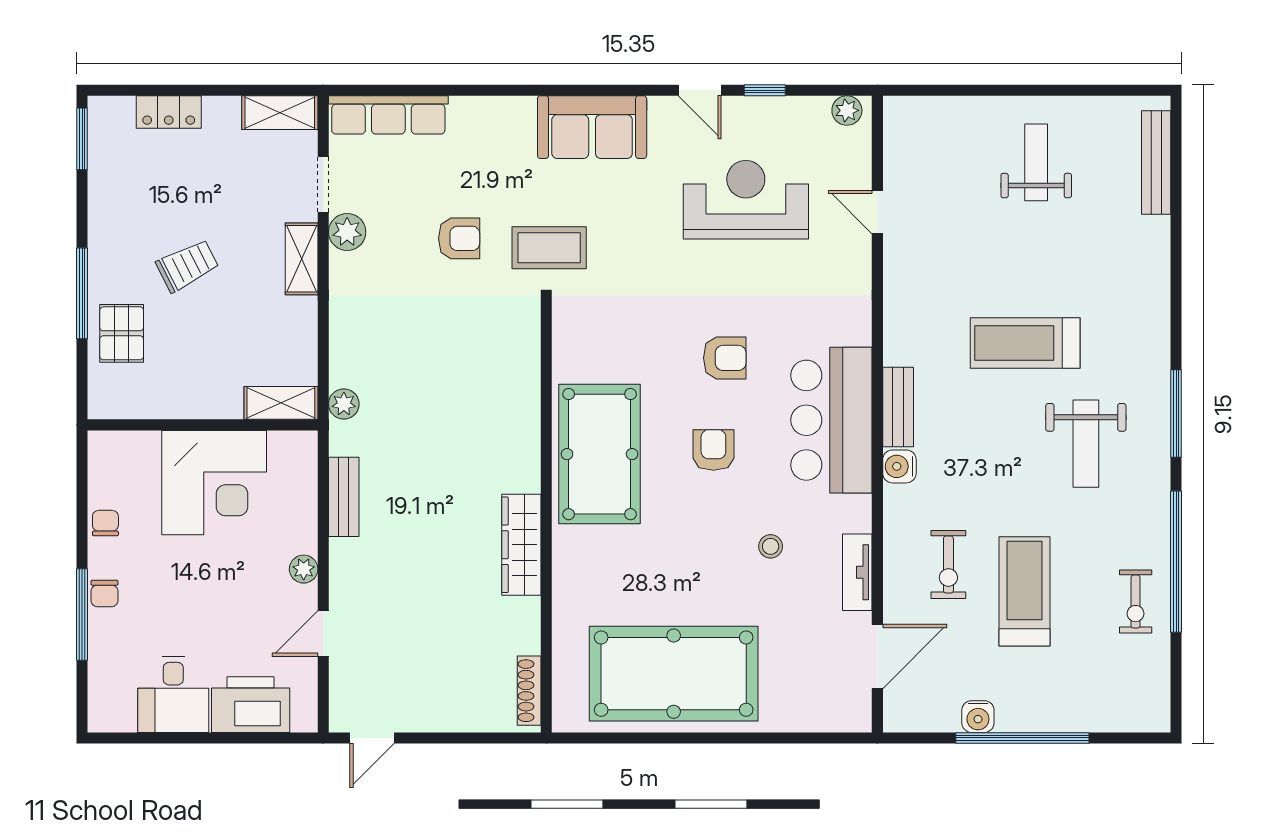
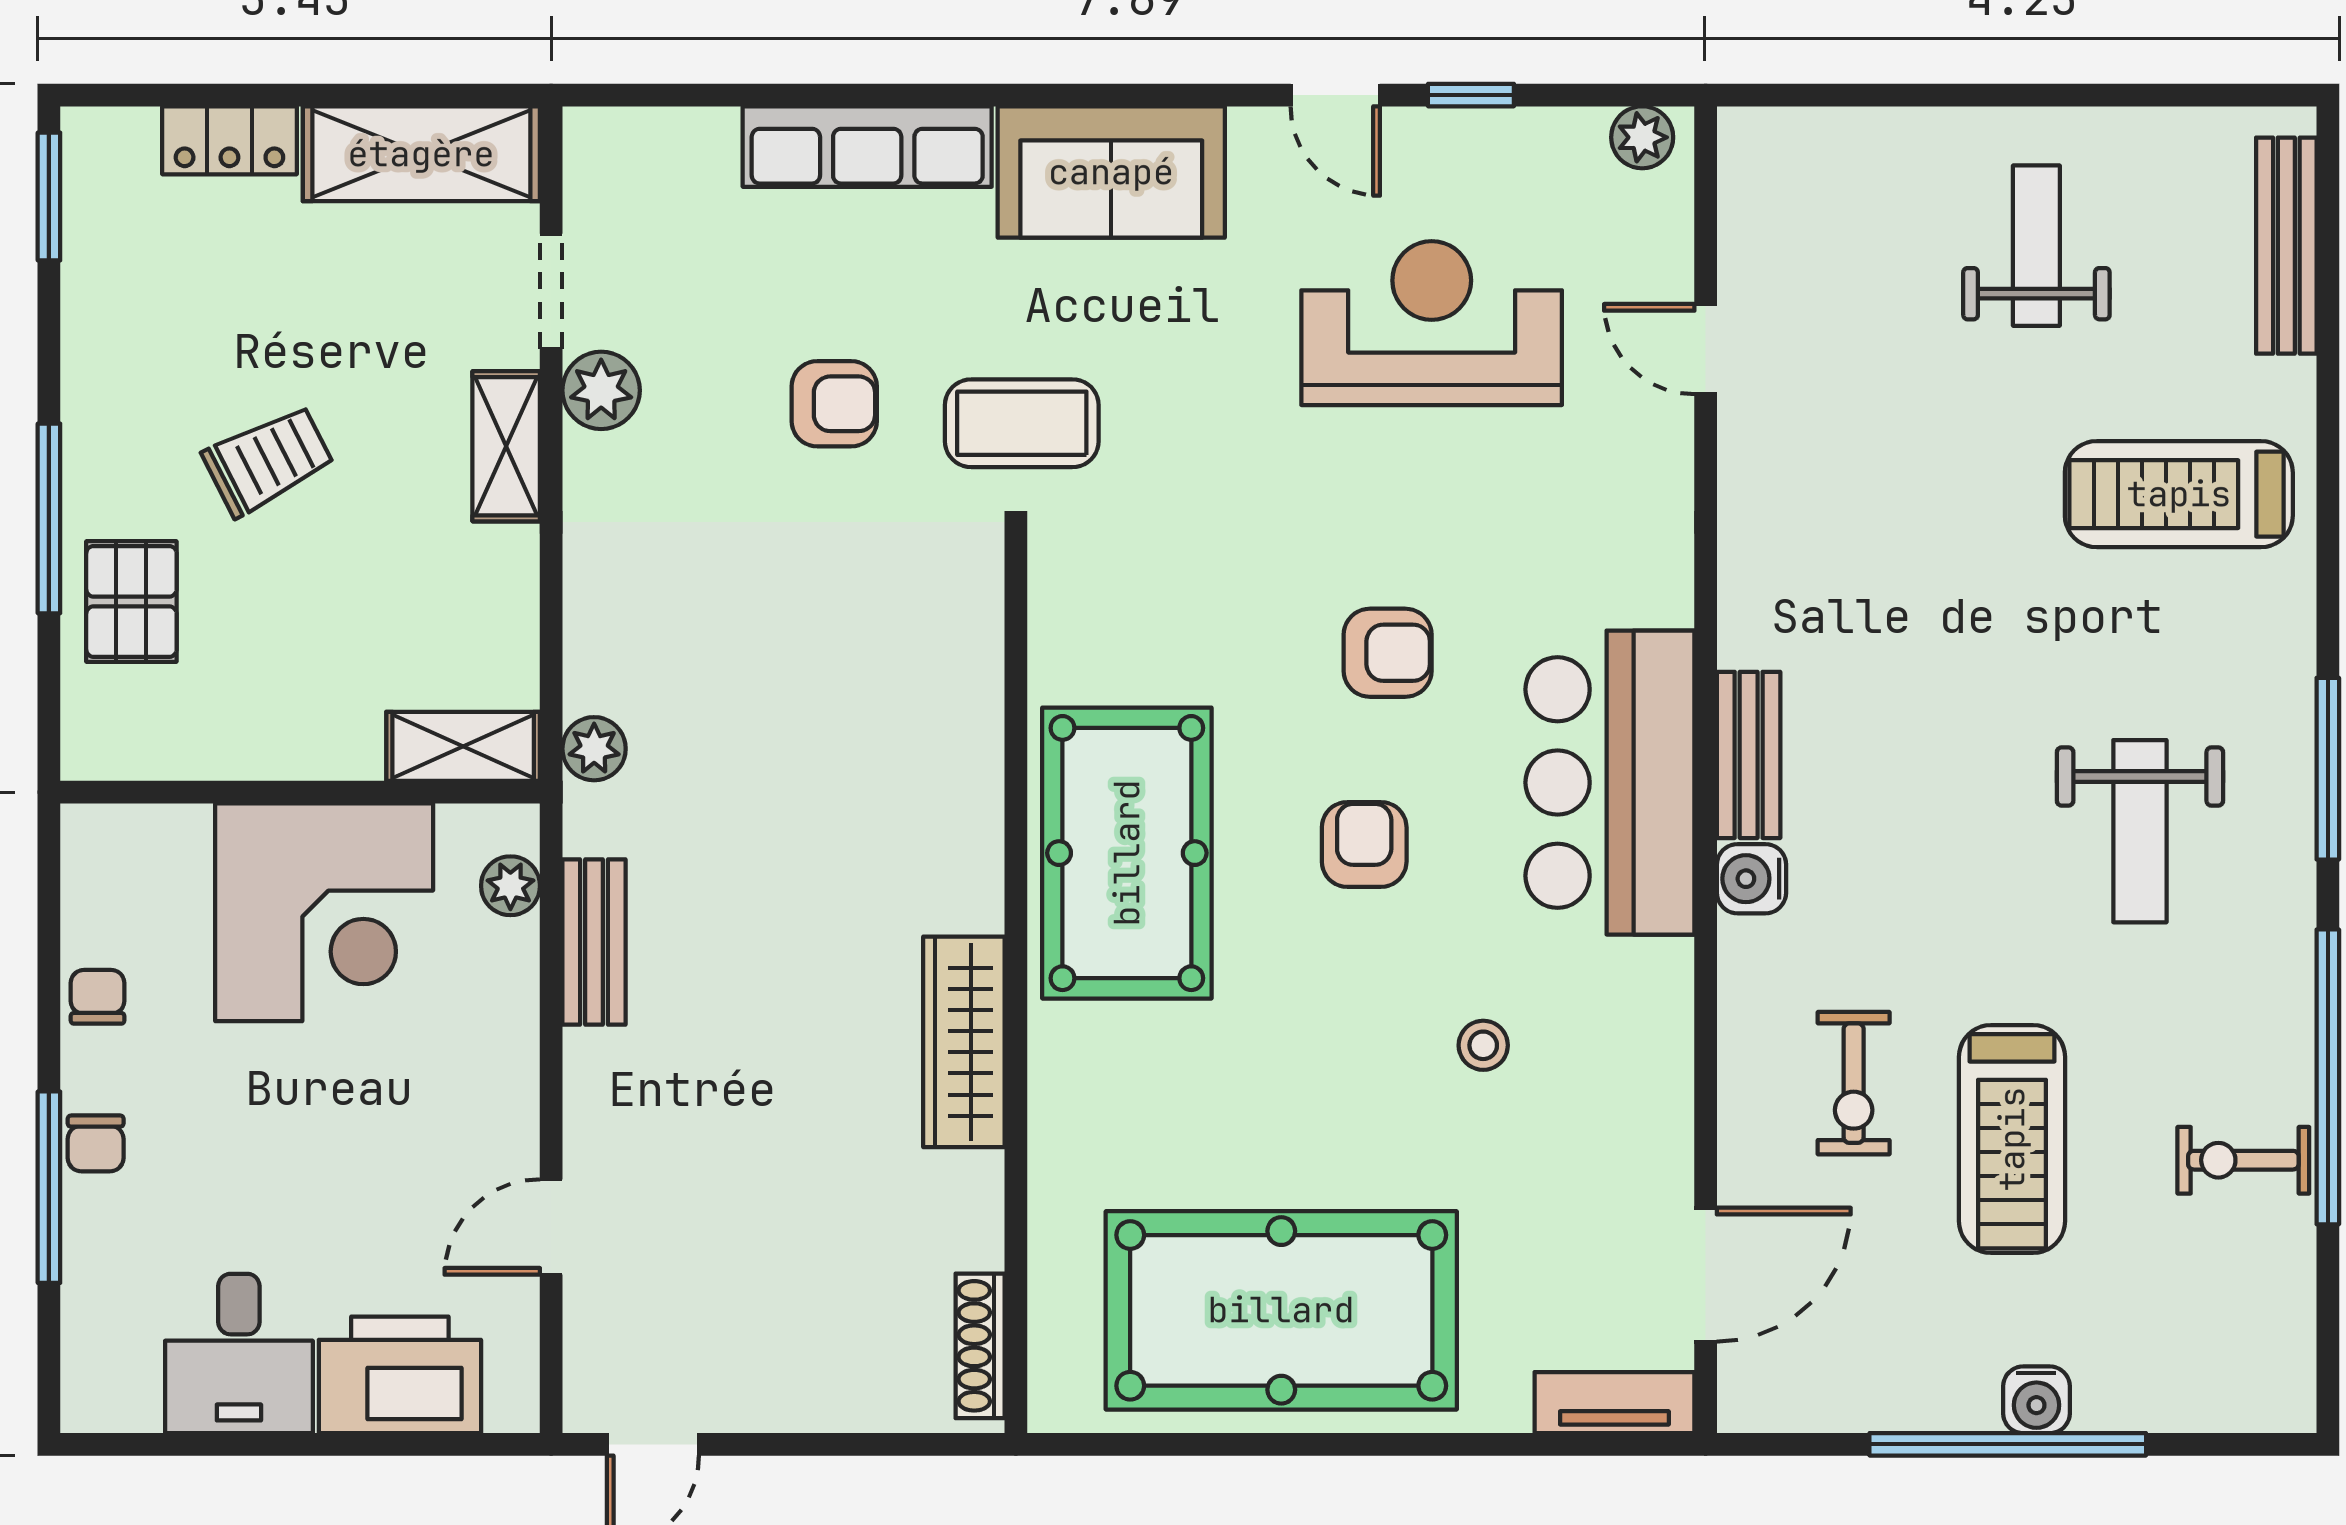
shelving: (280, 113) -> (421, 154), width x1.50, depth x1.33
row of seats: (388, 115) -> (867, 147), moved
treadmill: (1025, 343) -> (2179, 494), moved
plant: (304, 569) -> (510, 886), moved
tv unit: (857, 572) -> (1614, 1403), moved, turned 90
treadmill: (1024, 591) -> (2012, 1139), turned 180
exercise bike: (1136, 602) -> (2243, 1160), turned 90
water cooler: (978, 717) -> (2036, 1400), moved

